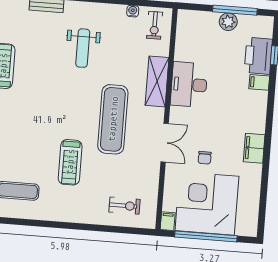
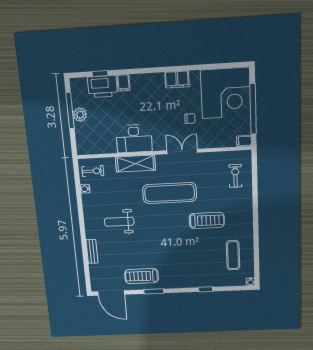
weight bench: (83, 48) -> (119, 222), turned 180
corner desk: (207, 203) -> (226, 93), moved, turned -90

